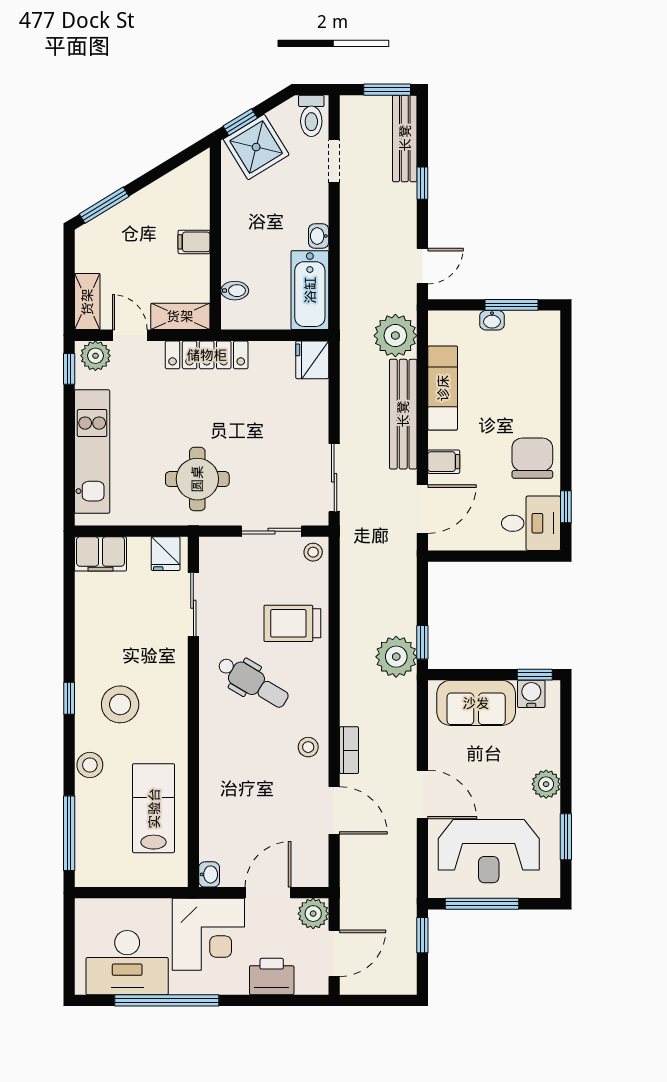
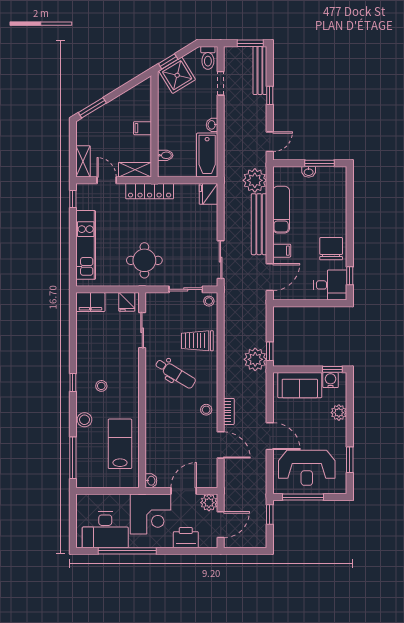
plant: (95, 356) -> (88, 192), removed
stool: (120, 704) -> (101, 386), width x0.53, depth x0.53
plant: (546, 784) -> (339, 413), moved

